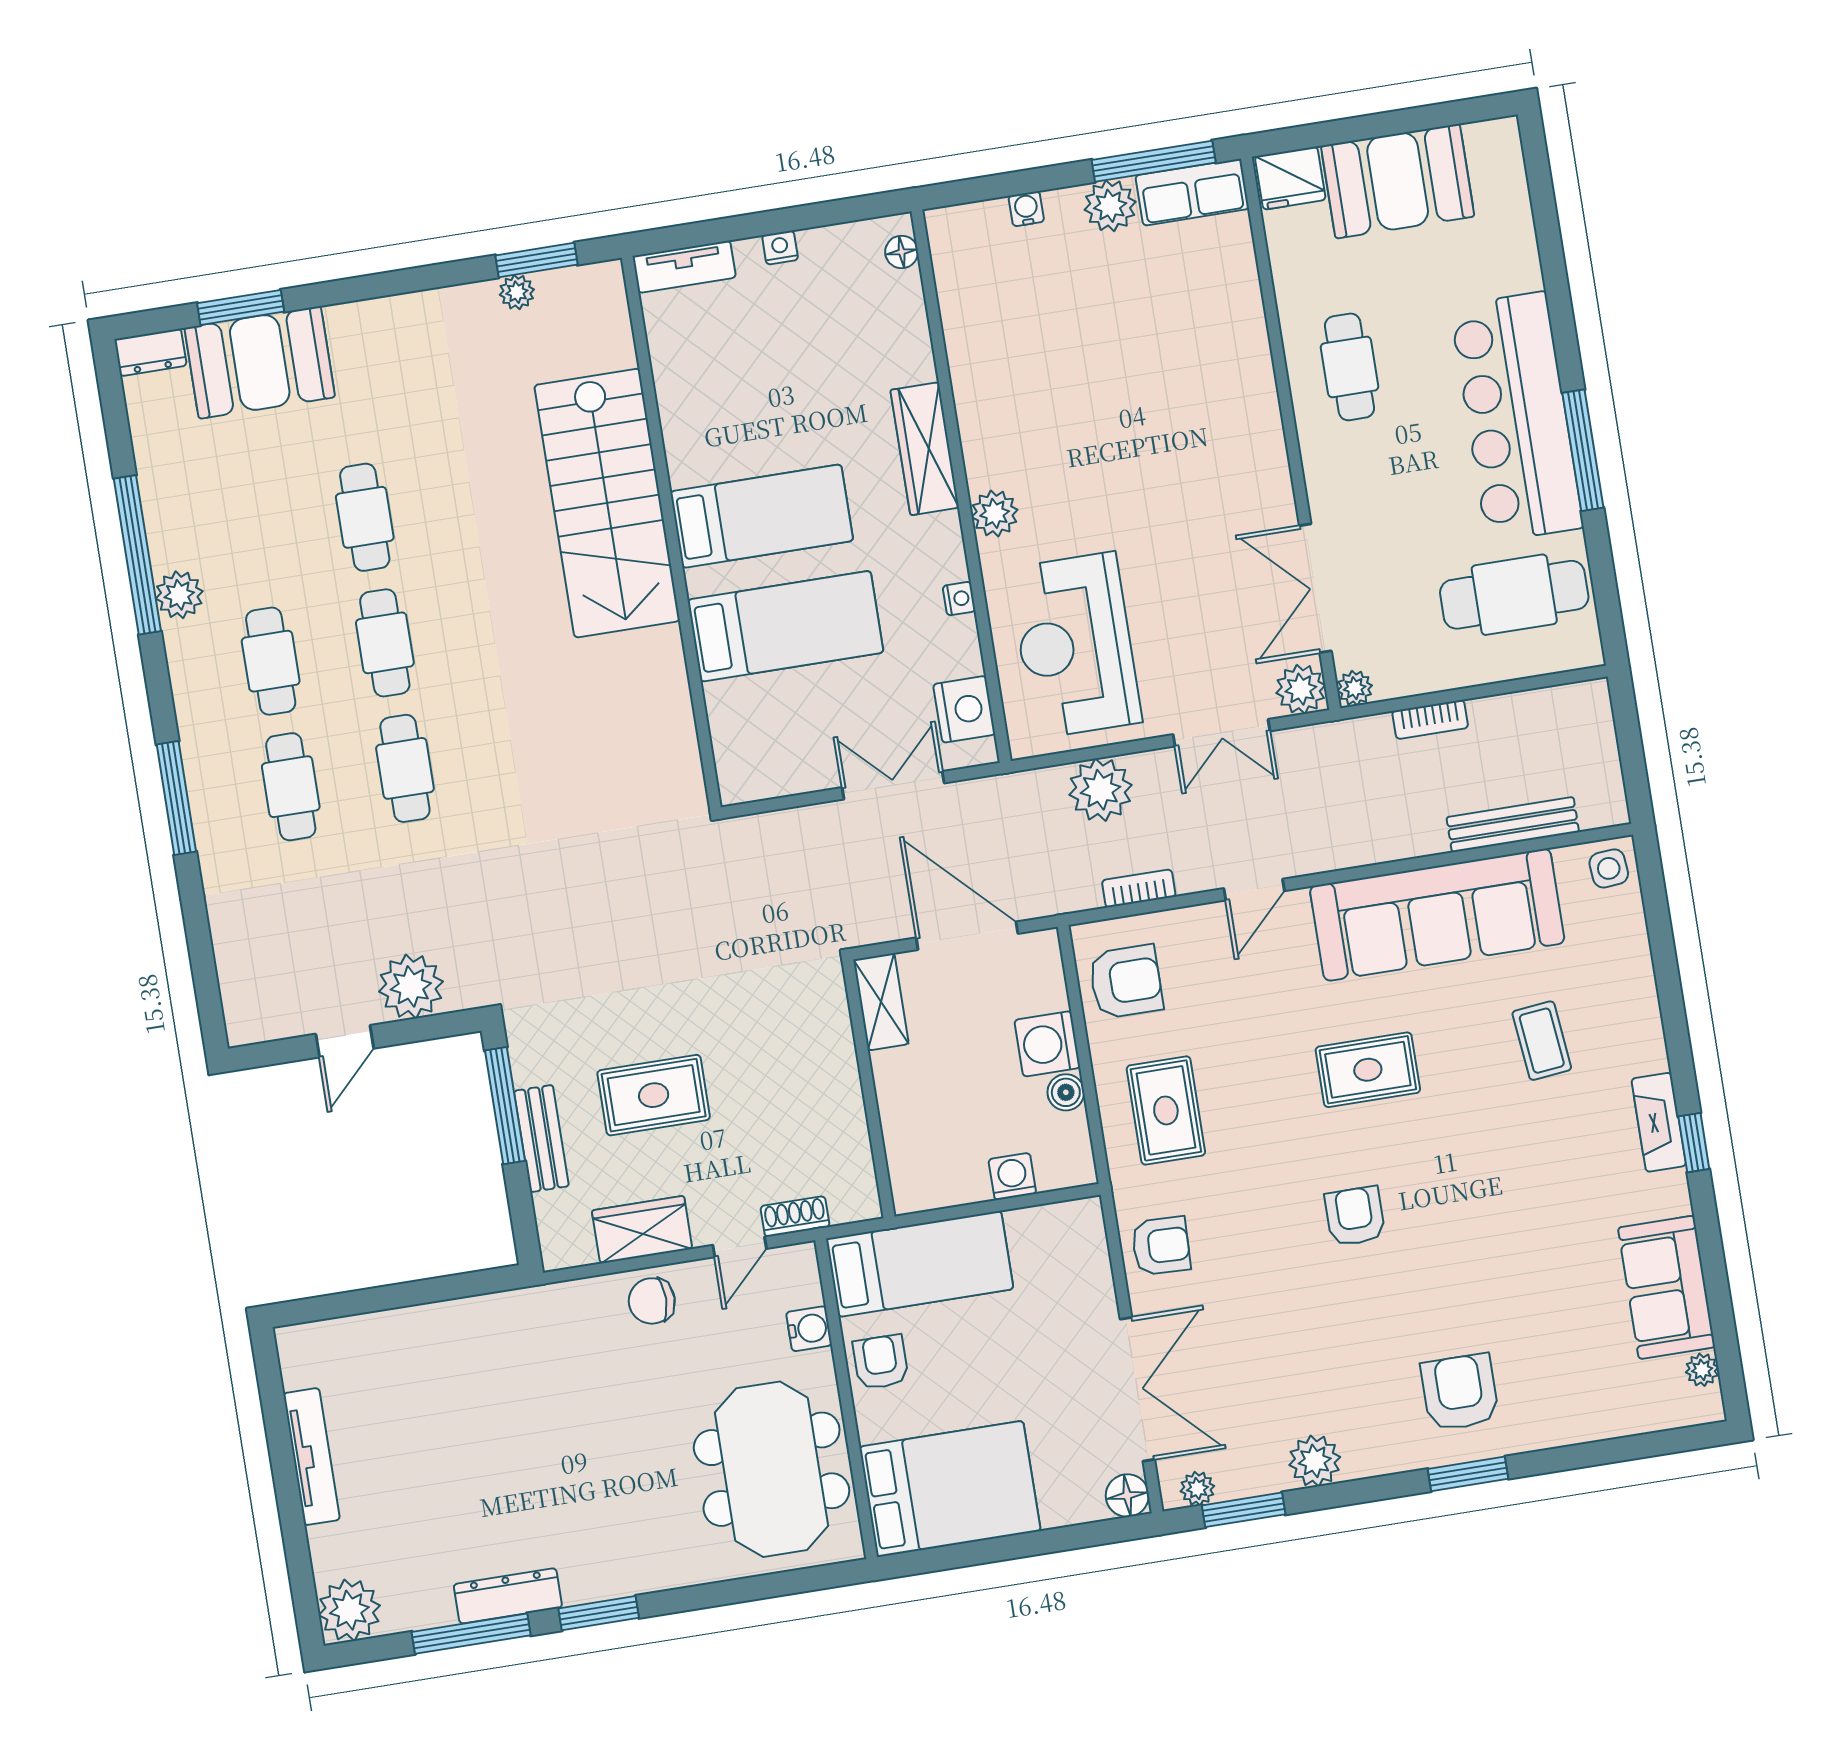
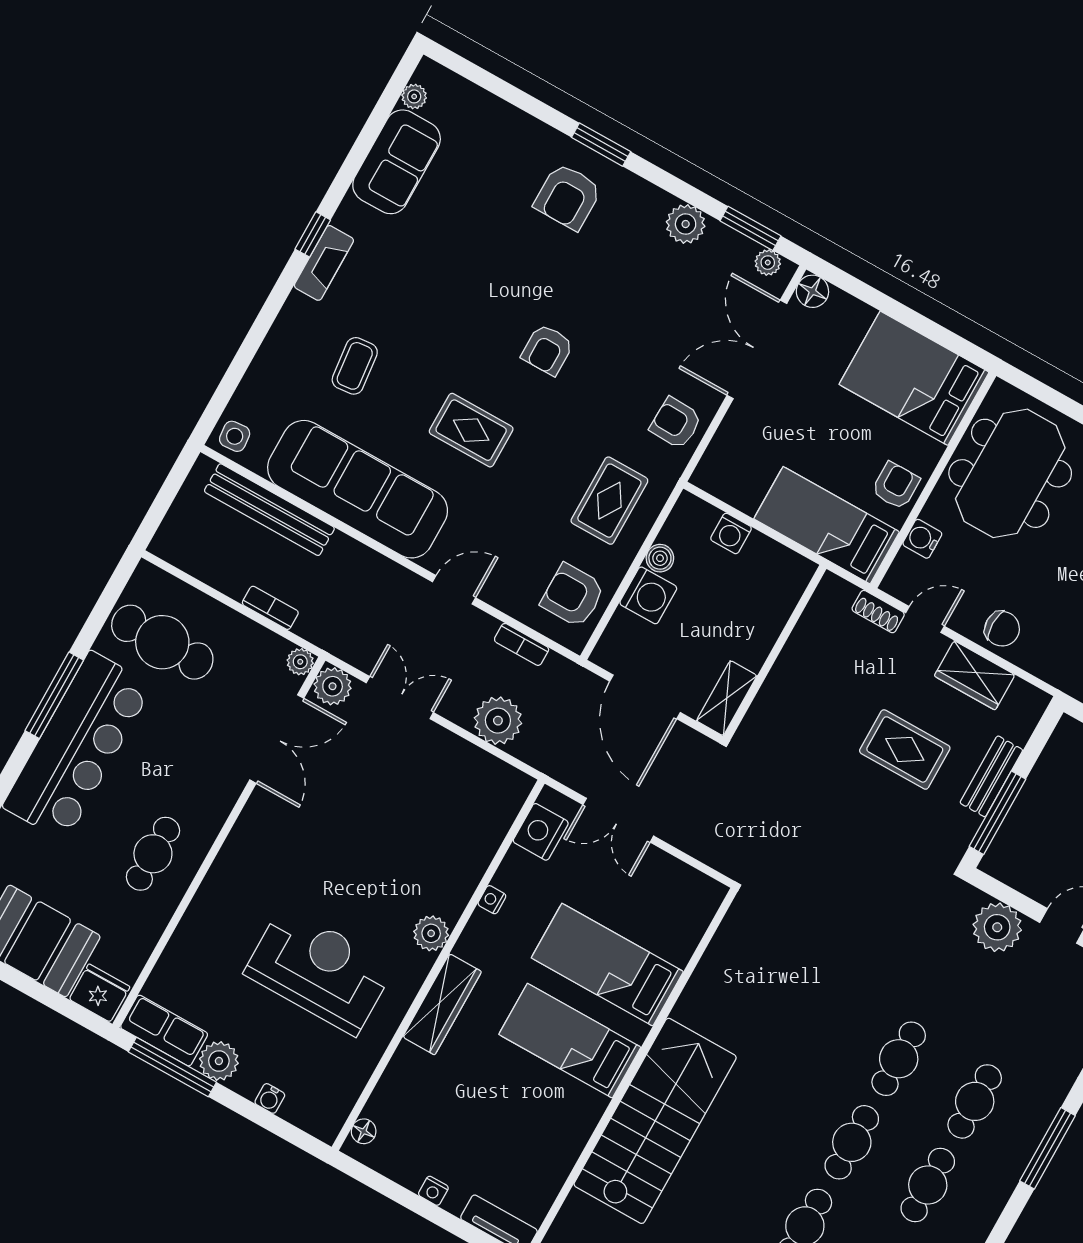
reception desk: (1075, 645) -> (319, 970), moved, turned -90
bench: (1513, 825) -> (269, 510), width x1.37, depth x1.21
armchair: (881, 1362) -> (896, 486), turned 180

